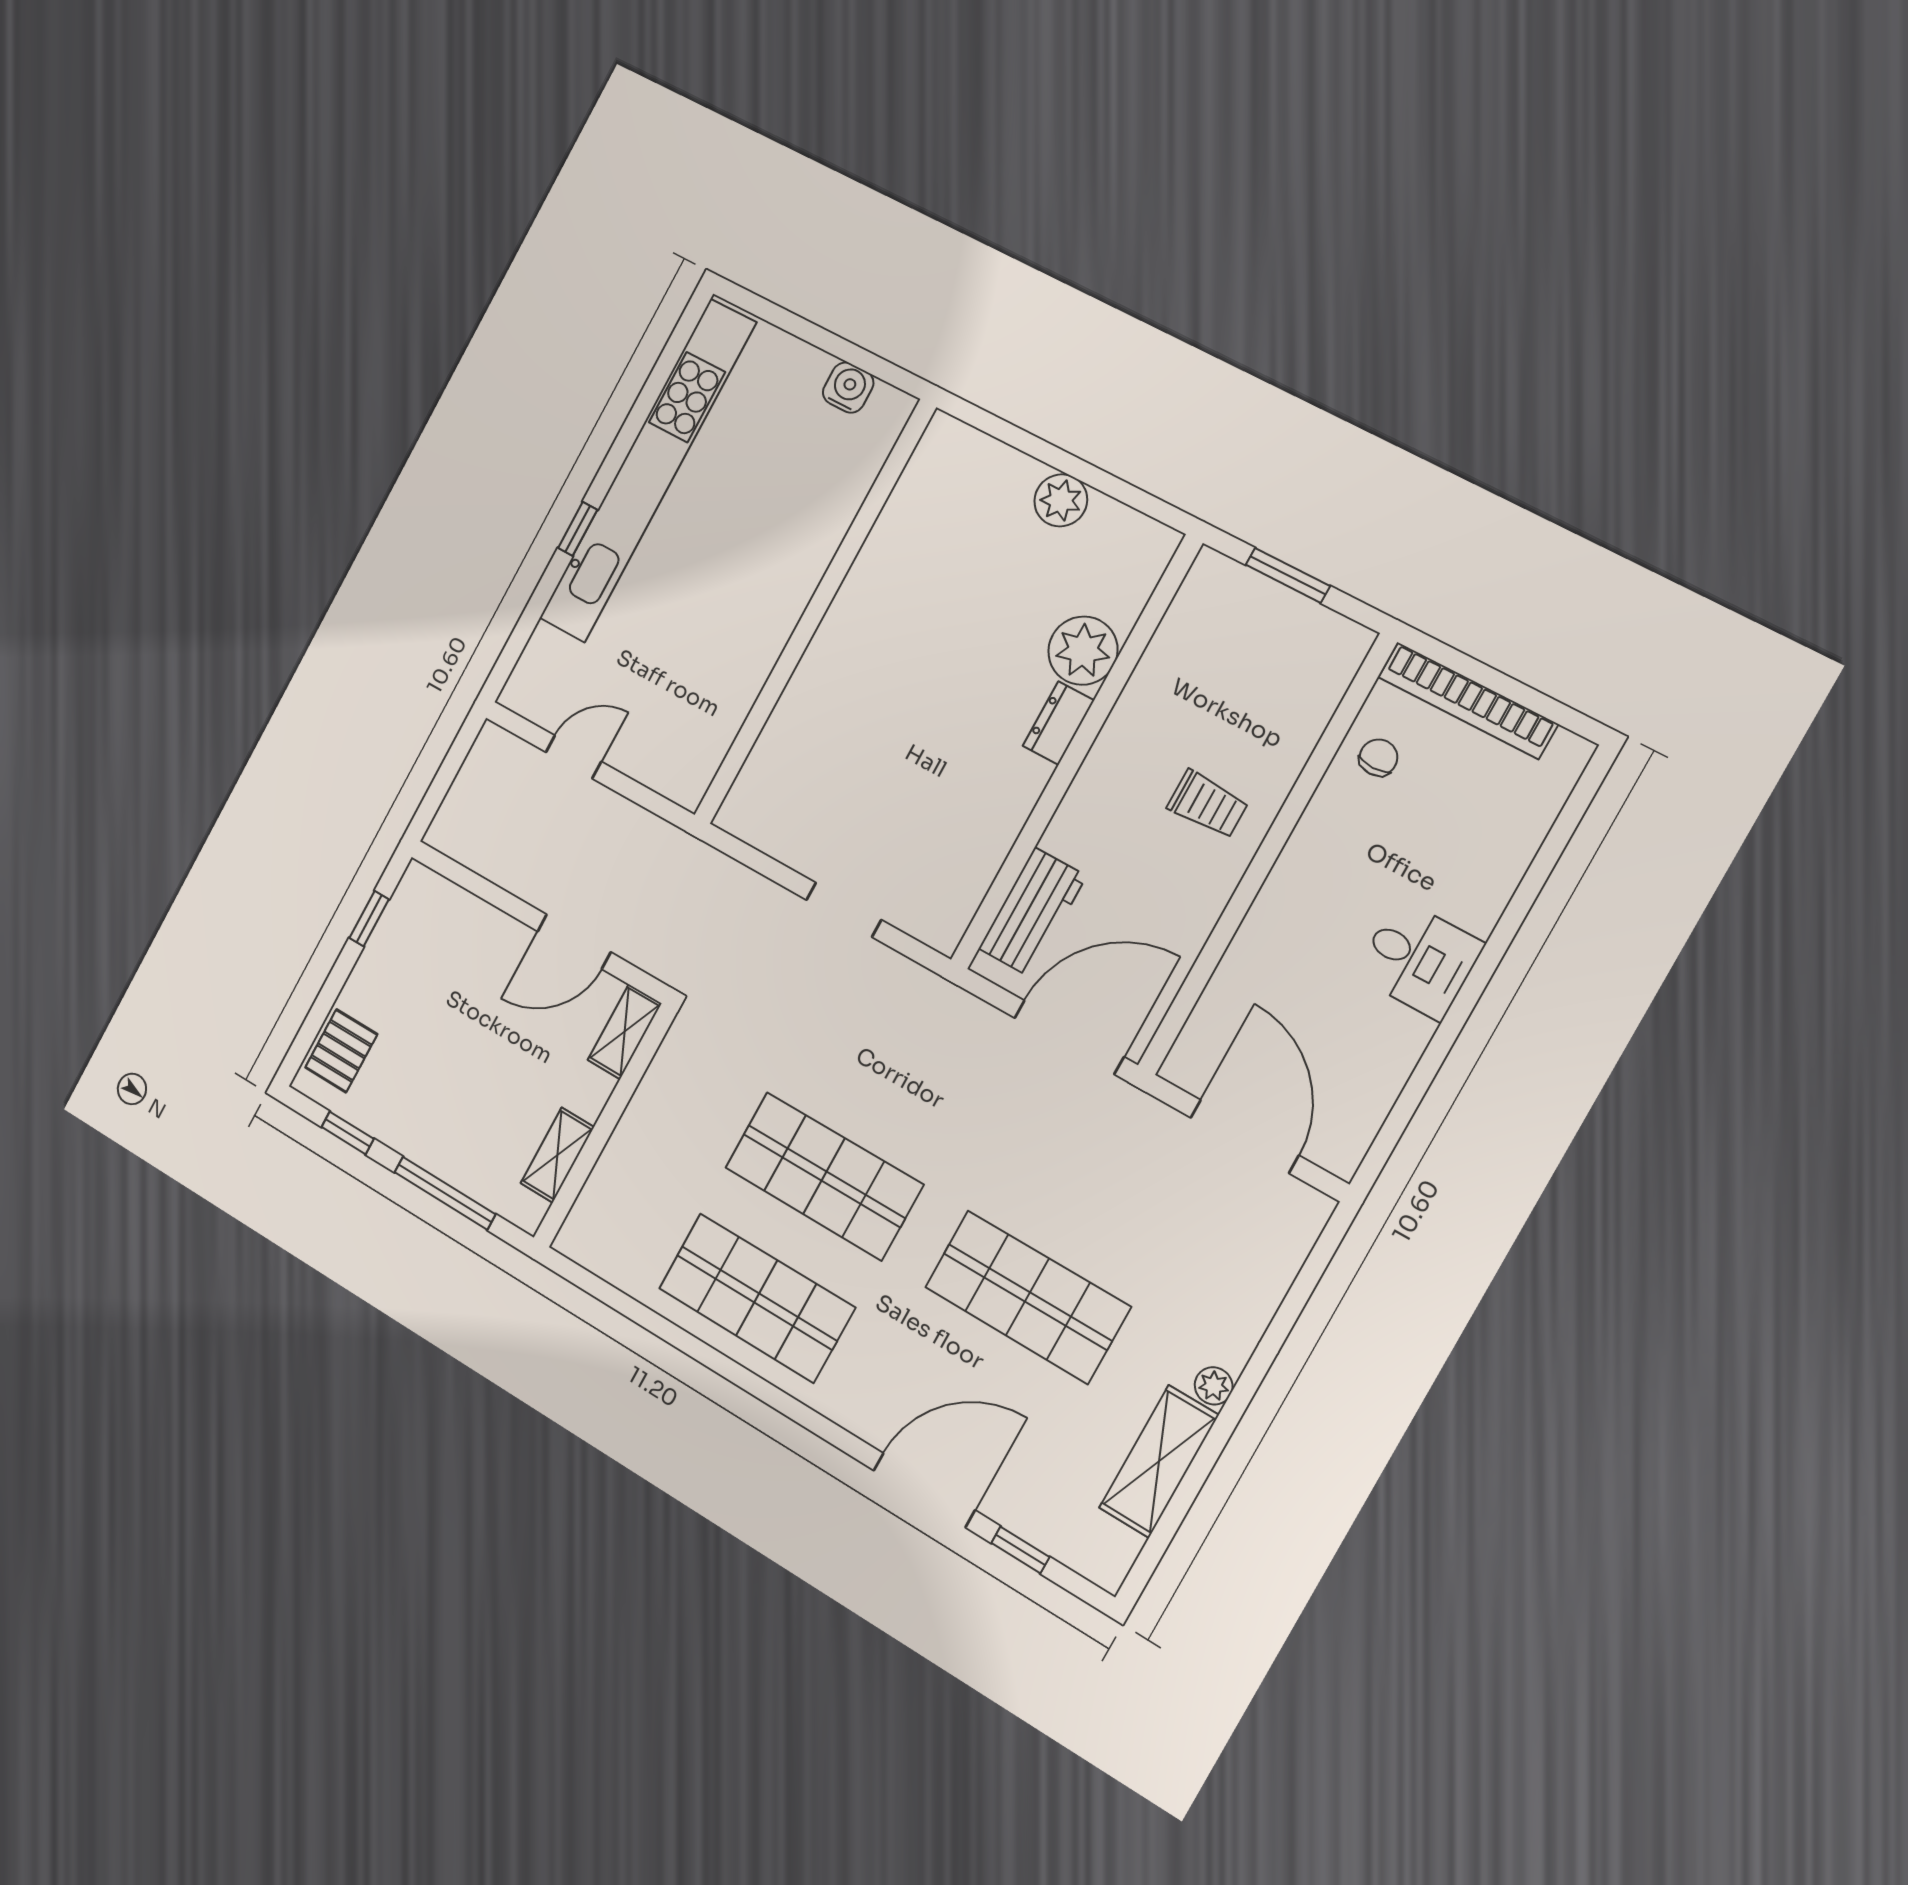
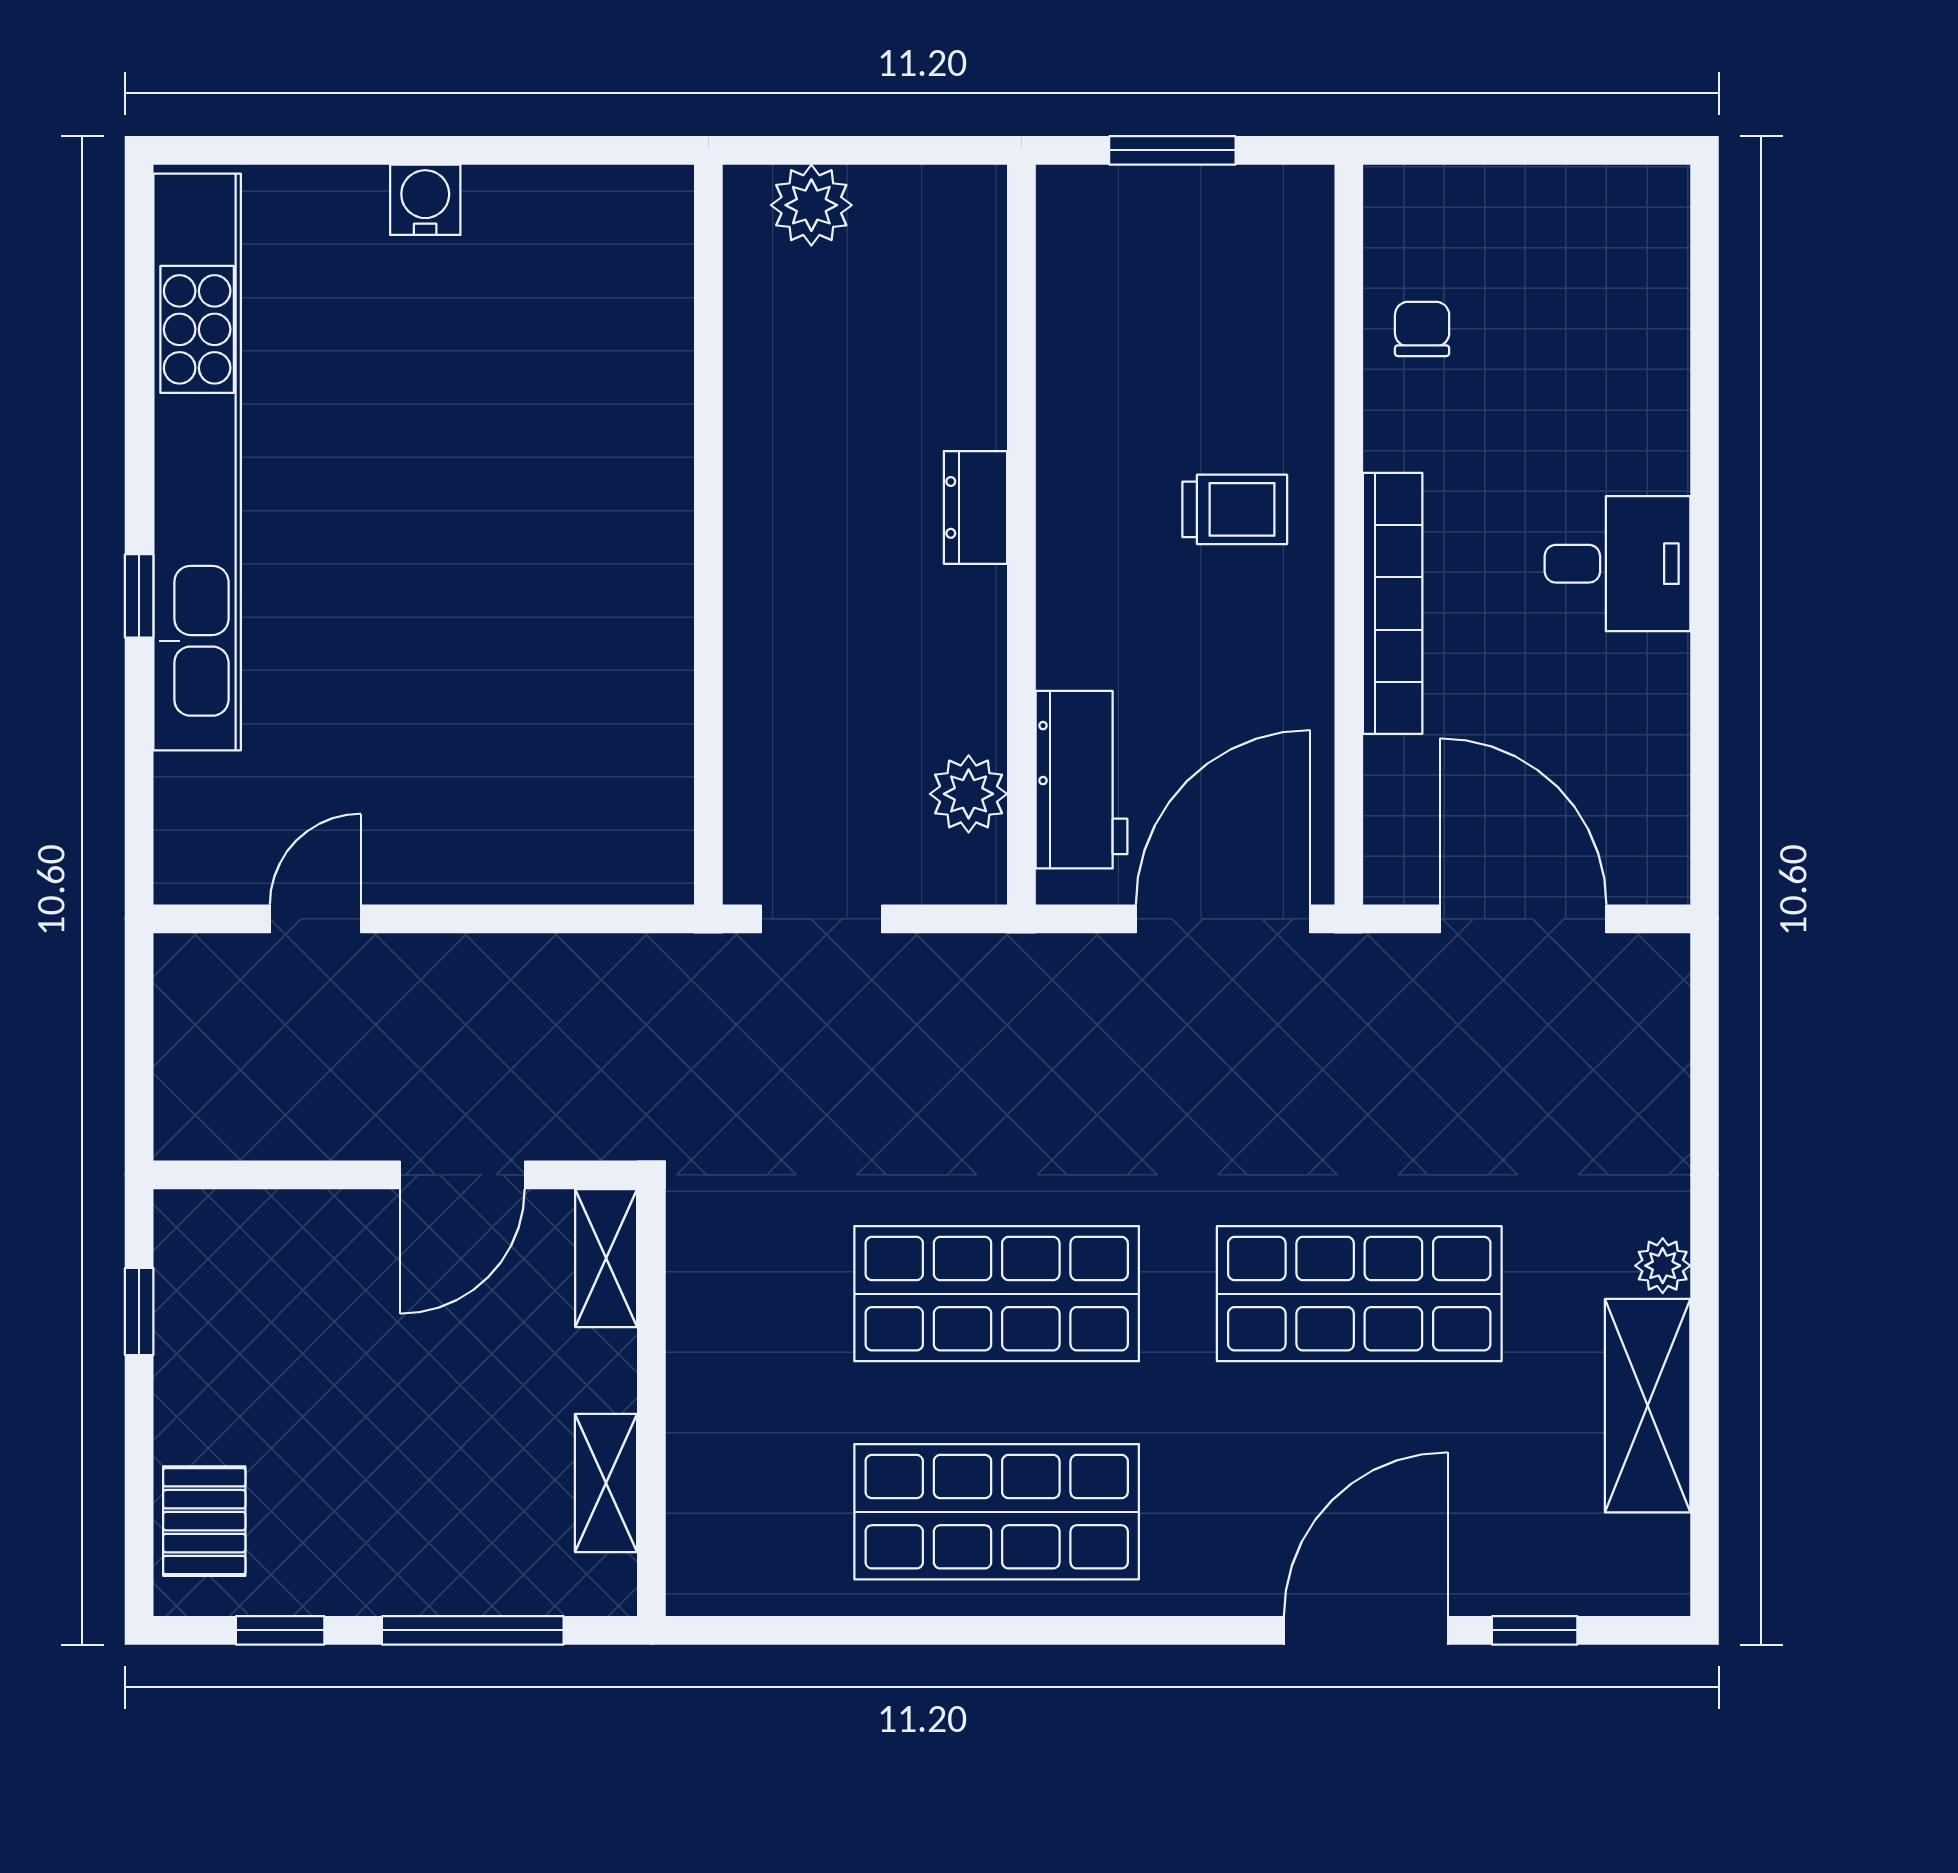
wall: (815, 612) -> (708, 535), moved
plant: (1083, 651) -> (969, 794), moved, width x0.73, depth x0.73
bookcase: (1468, 701) -> (1393, 603), moved, turned -90

